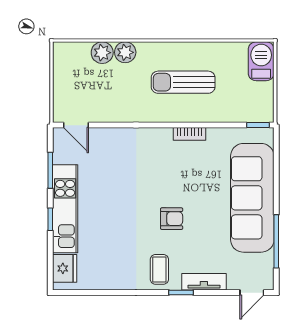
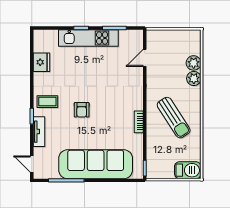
sun lounger: (183, 82) -> (174, 118), turned 147
door: (76, 125) -> (145, 58), moved
fridge: (65, 268) -> (41, 62), moved, turned -90

